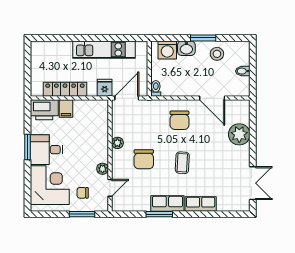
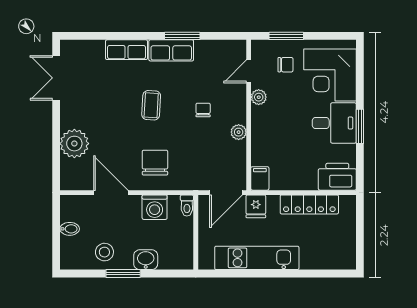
washing machine: (167, 50) -> (155, 207), moved, turned 180
filing cabinet: (66, 108) -> (260, 178), moved
chair: (144, 159) -> (203, 110), width x0.54, depth x0.54

